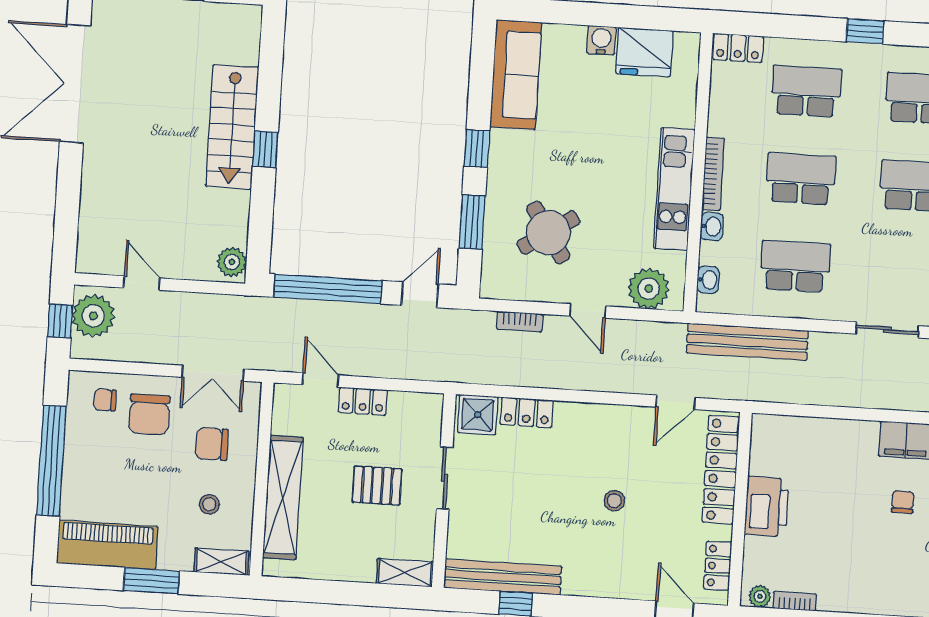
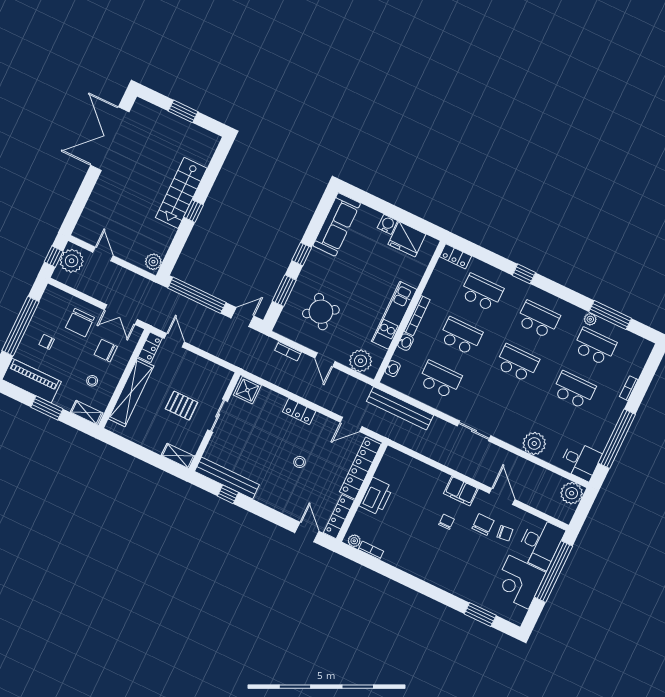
chair: (105, 400) -> (47, 342), moved
locker: (363, 401) -> (150, 347), moved, turned -90
locker: (527, 412) -> (299, 412), moved
locker: (718, 566) -> (339, 517), width x1.53

